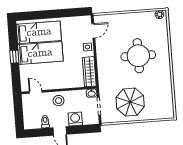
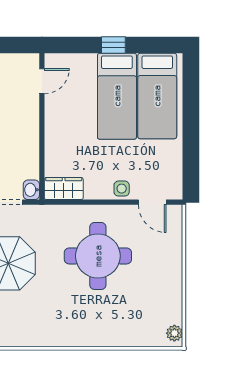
round table: (138, 56) -> (98, 256), moved
wardrobe: (89, 72) -> (64, 189), width x0.67
stool: (59, 101) -> (22, 124), removed

